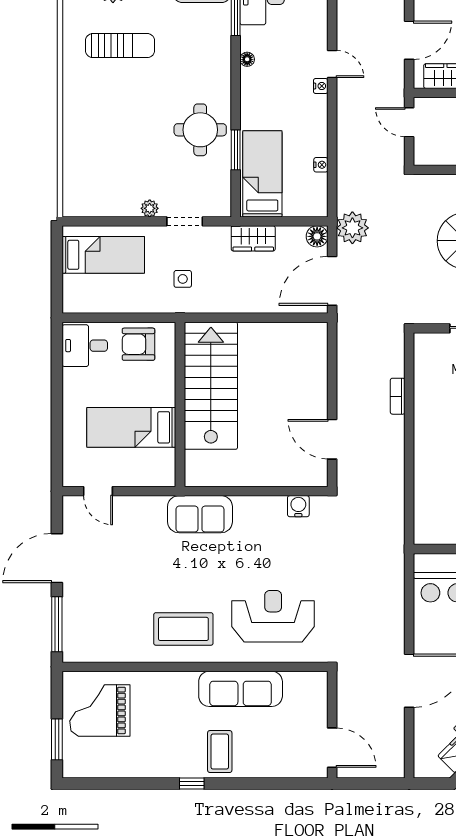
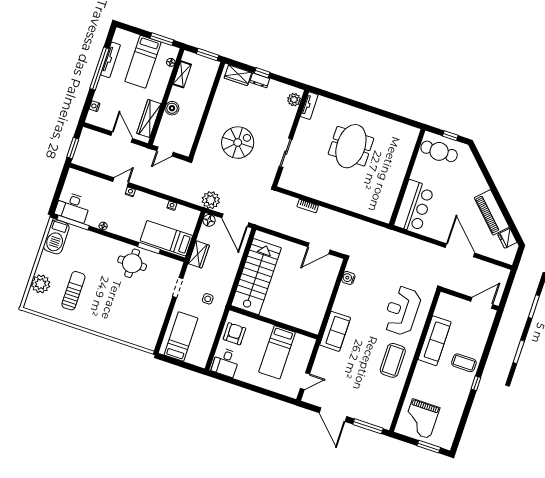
plant: (150, 208) -> (165, 304), removed
armchair: (138, 344) -> (234, 334), turned 180
stairs: (211, 386) -> (256, 277), moved, turned 90

